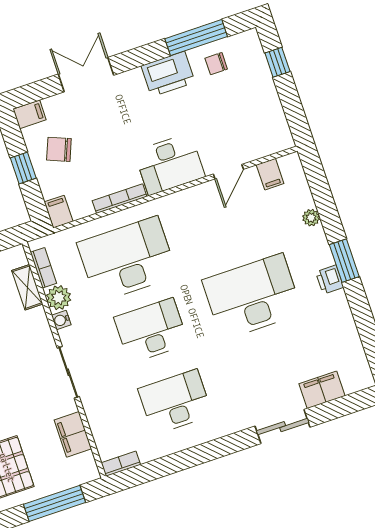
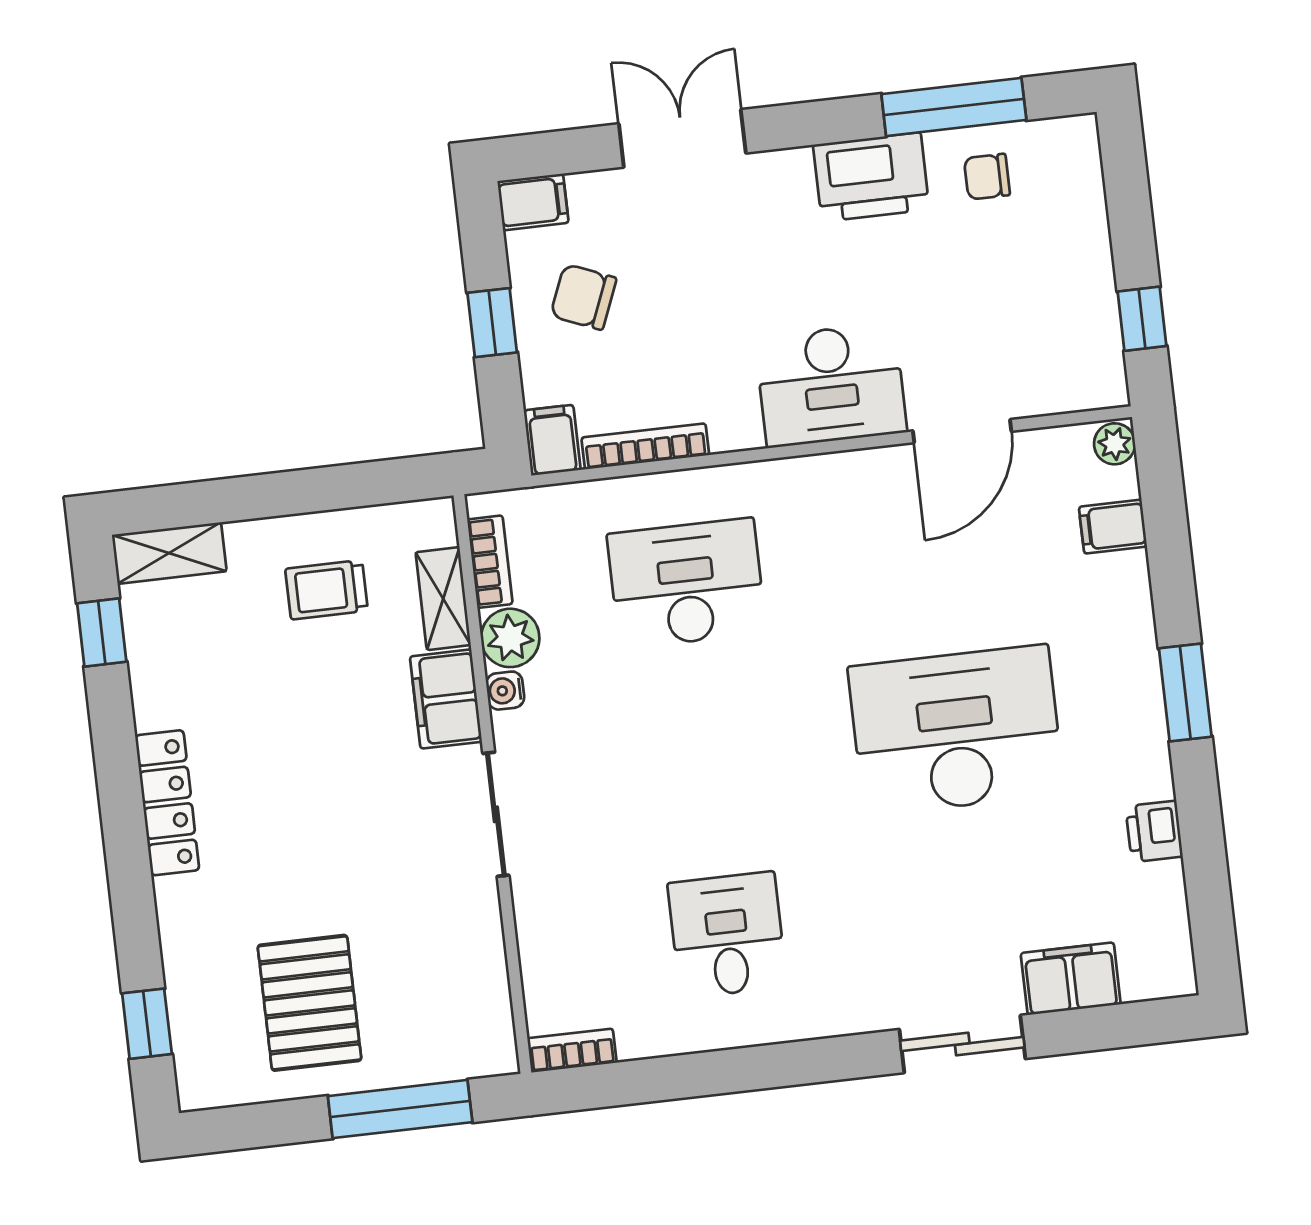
window: (277, 62) -> (1142, 319), moved
door: (228, 172) -> (962, 431), width x1.38
filing cabinet: (270, 174) -> (1113, 527), moved, turned 90
bookcase: (120, 199) -> (645, 446), moved
plant: (311, 218) -> (1115, 444), moved
desk: (127, 259) -> (687, 583), width x0.73, depth x0.77
printer: (330, 280) -> (1154, 831), moved
desk: (151, 331) -> (707, 759), removed
desk: (175, 402) -> (727, 935), width x0.73
filing cabinet: (73, 434) -> (446, 699), moved

